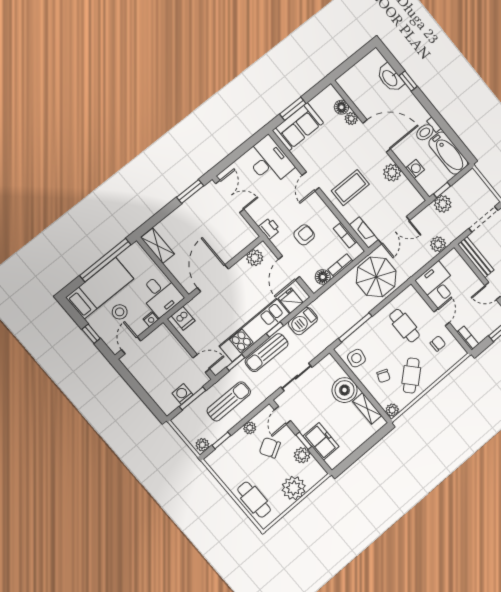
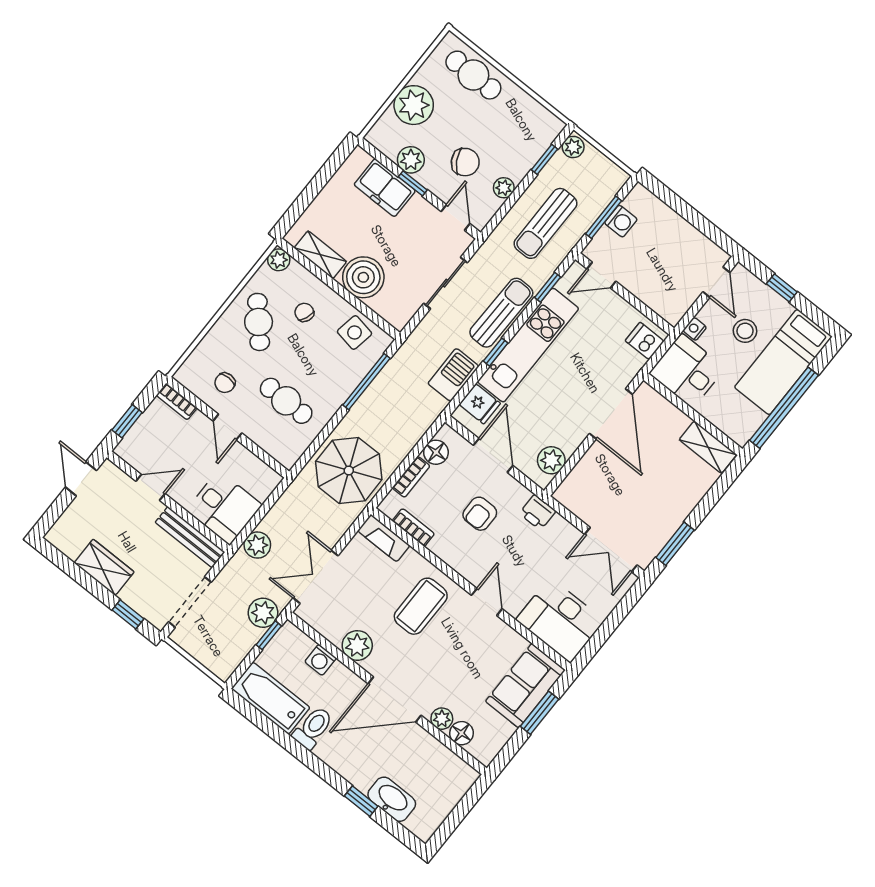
double door: (394, 230) -> (316, 577), moved
desk: (437, 283) -> (224, 508), moved

